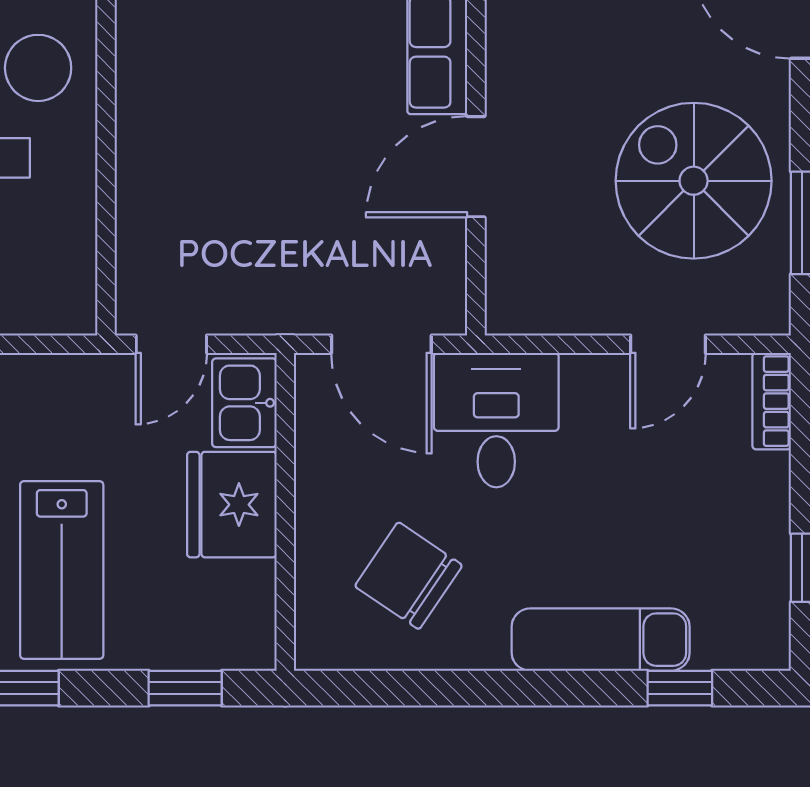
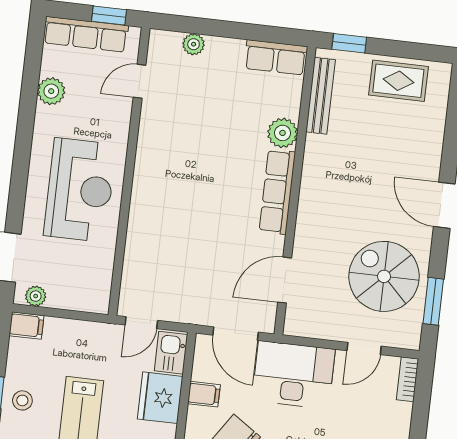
door: (476, 167) -> (285, 280), moved
desk: (496, 420) -> (294, 375), width x1.37
filing cabinet: (327, 486) -> (204, 394), added

